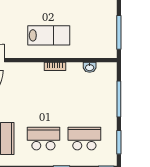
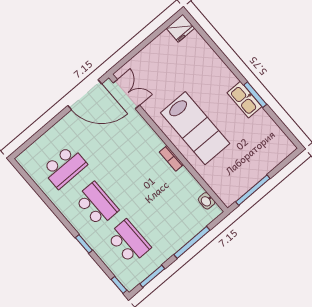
lab bench: (49, 35) -> (195, 128), width x1.36, depth x1.39
washbasin: (90, 67) -> (207, 201), moved

